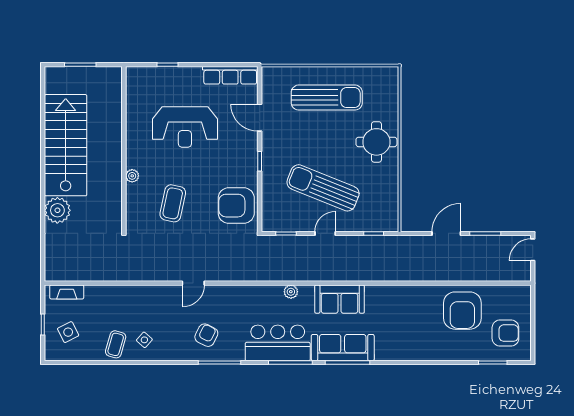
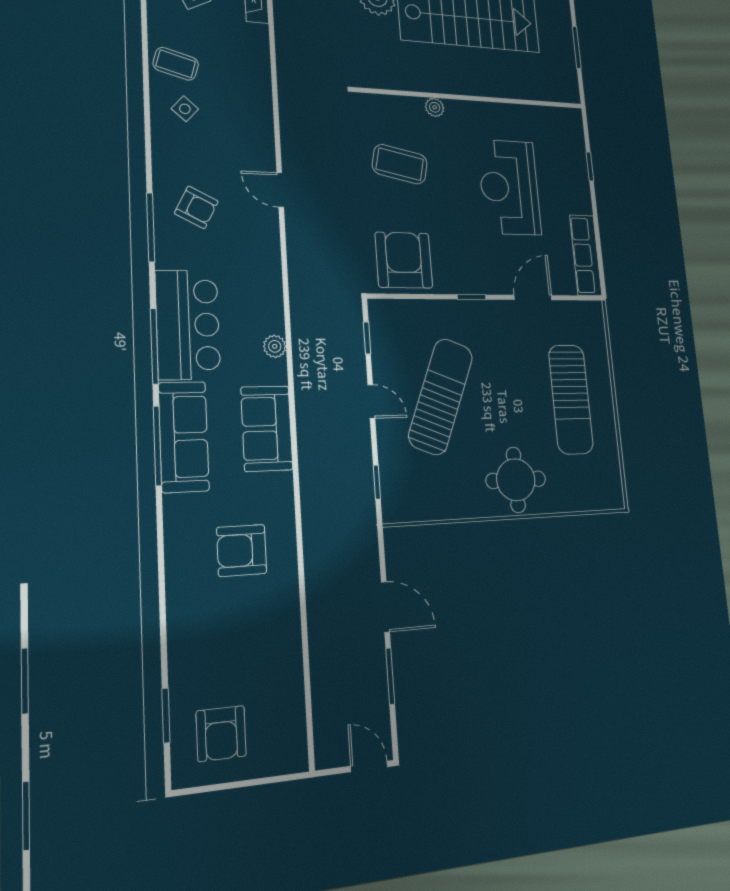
armchair: (462, 311) -> (242, 550), moved, width x0.73, depth x0.73

